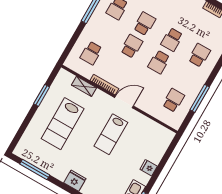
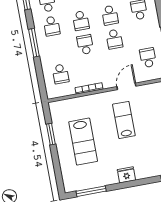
school desk: (144, 24) -> (81, 21), turned 180
shelving: (84, 86) -> (76, 102), removed
door: (124, 102) -> (126, 86), moved
lab bench: (111, 134) -> (124, 120), turned 180

